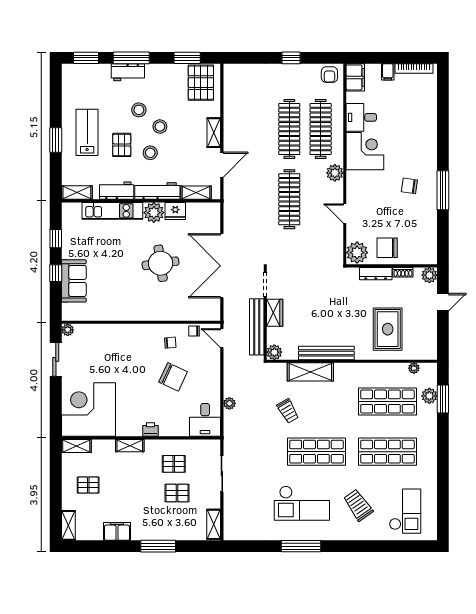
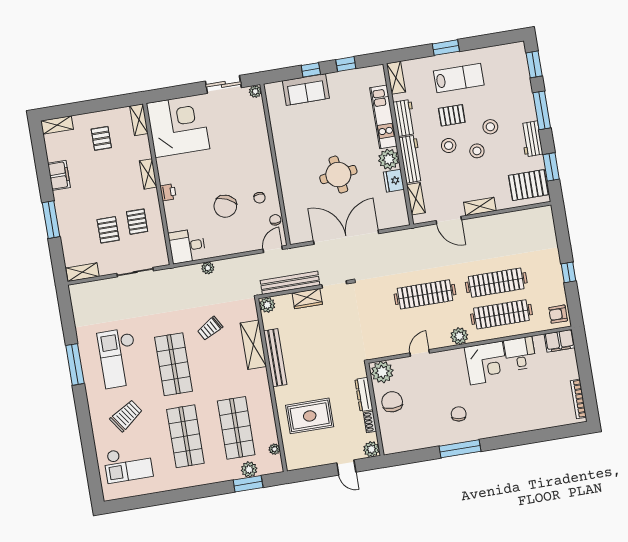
workbench: (128, 72) -> (532, 139), moved
filing cabinet: (388, 72) -> (571, 373), removed

